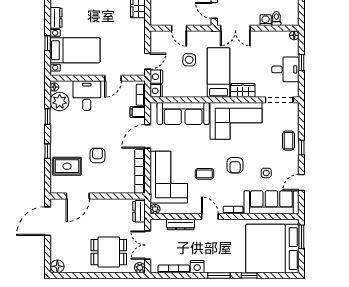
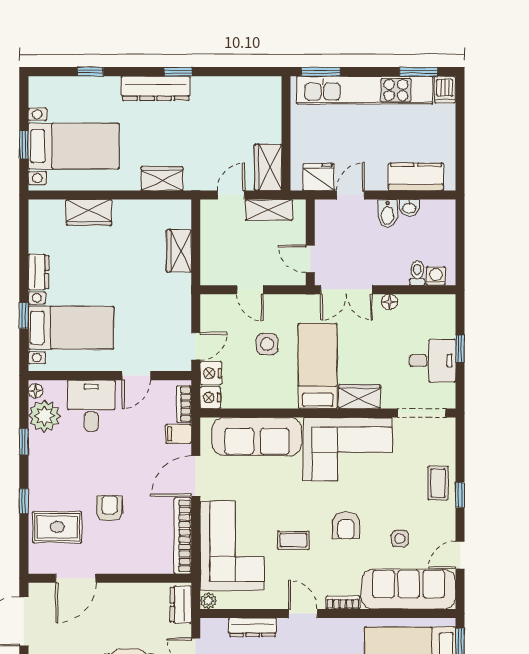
washing machine: (266, 20) -> (436, 276), moved
floor lamp: (294, 35) -> (389, 302), moved

